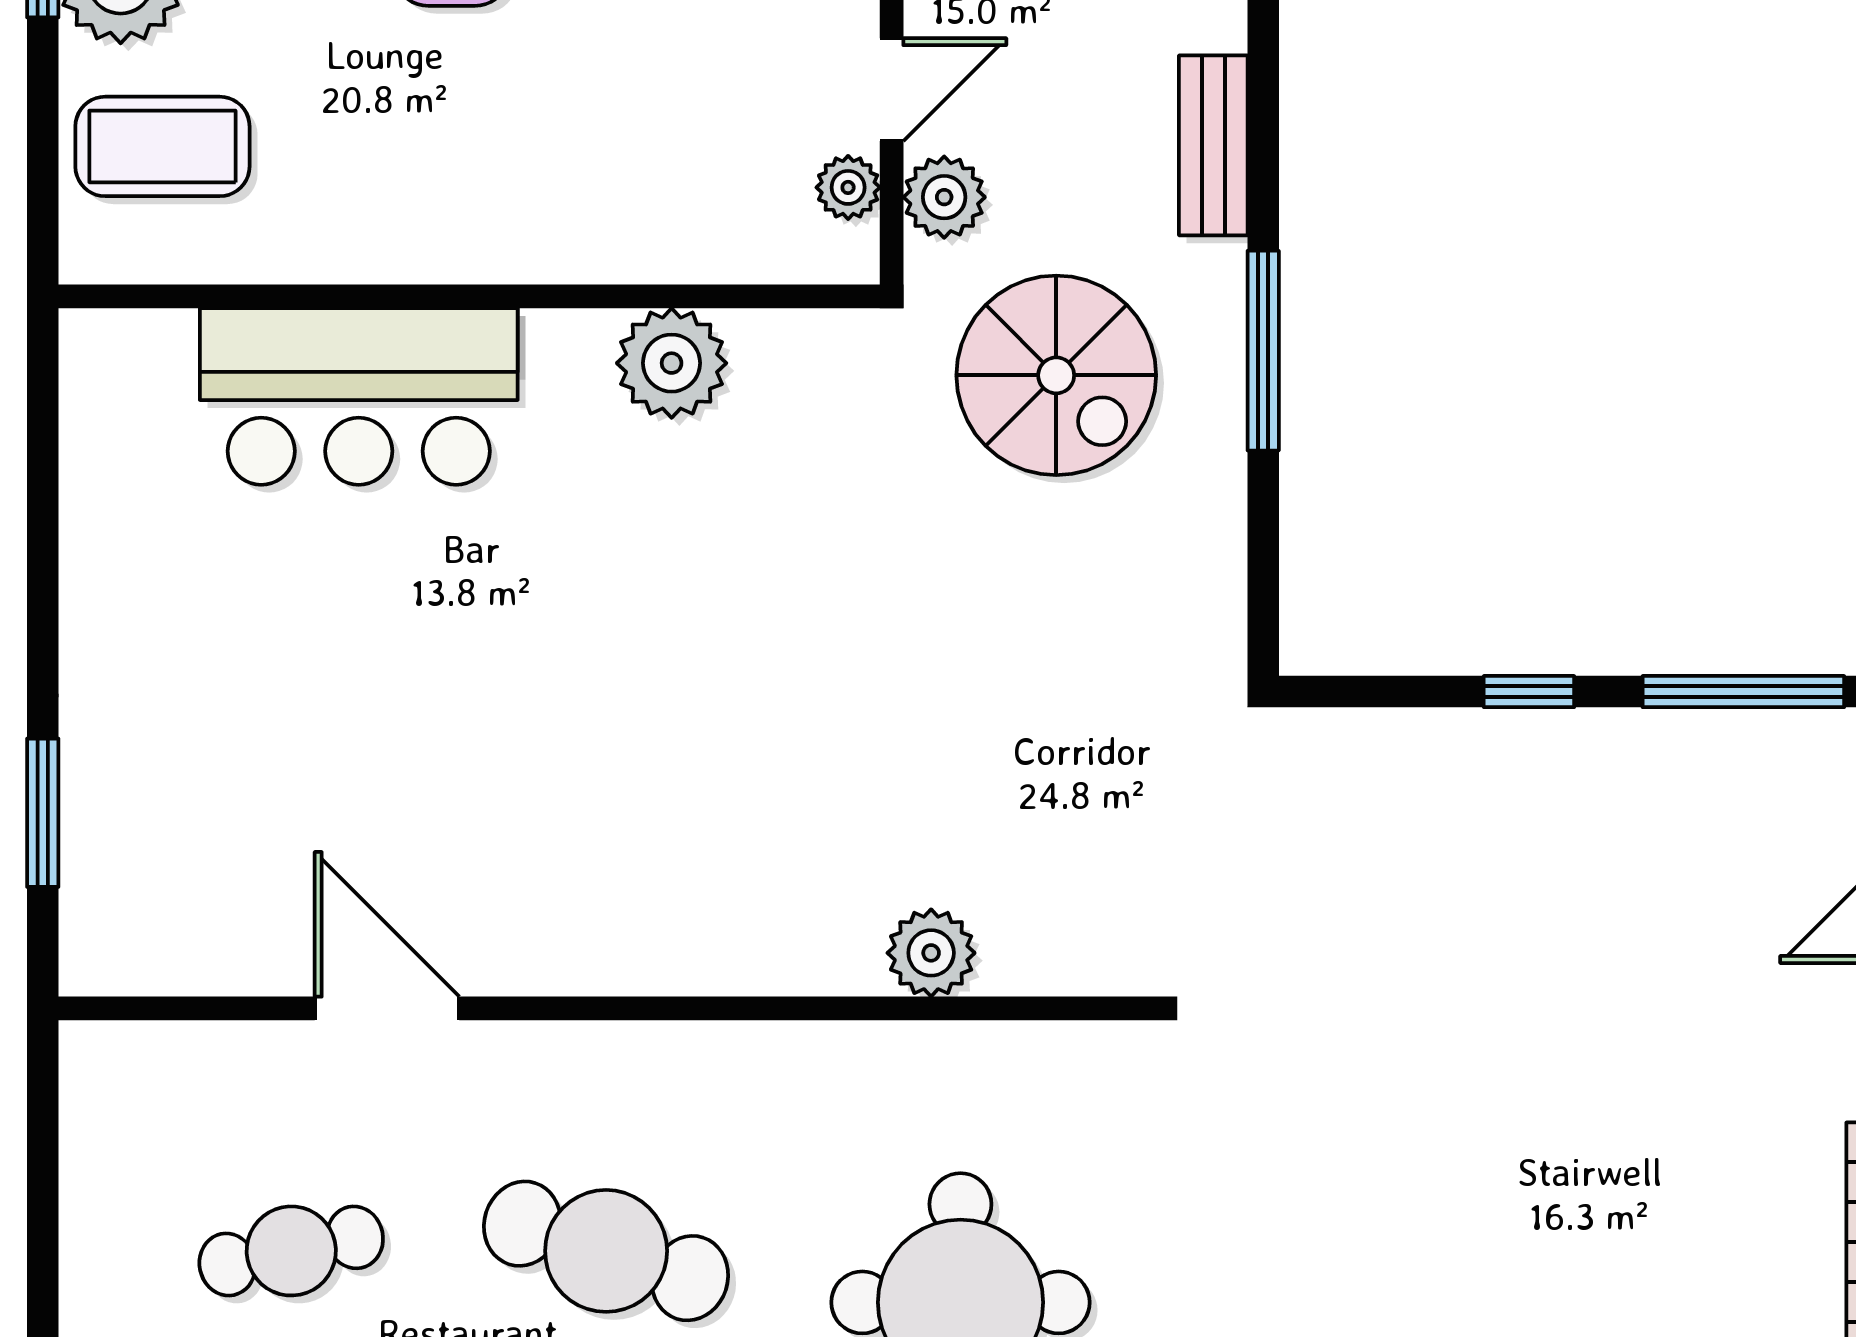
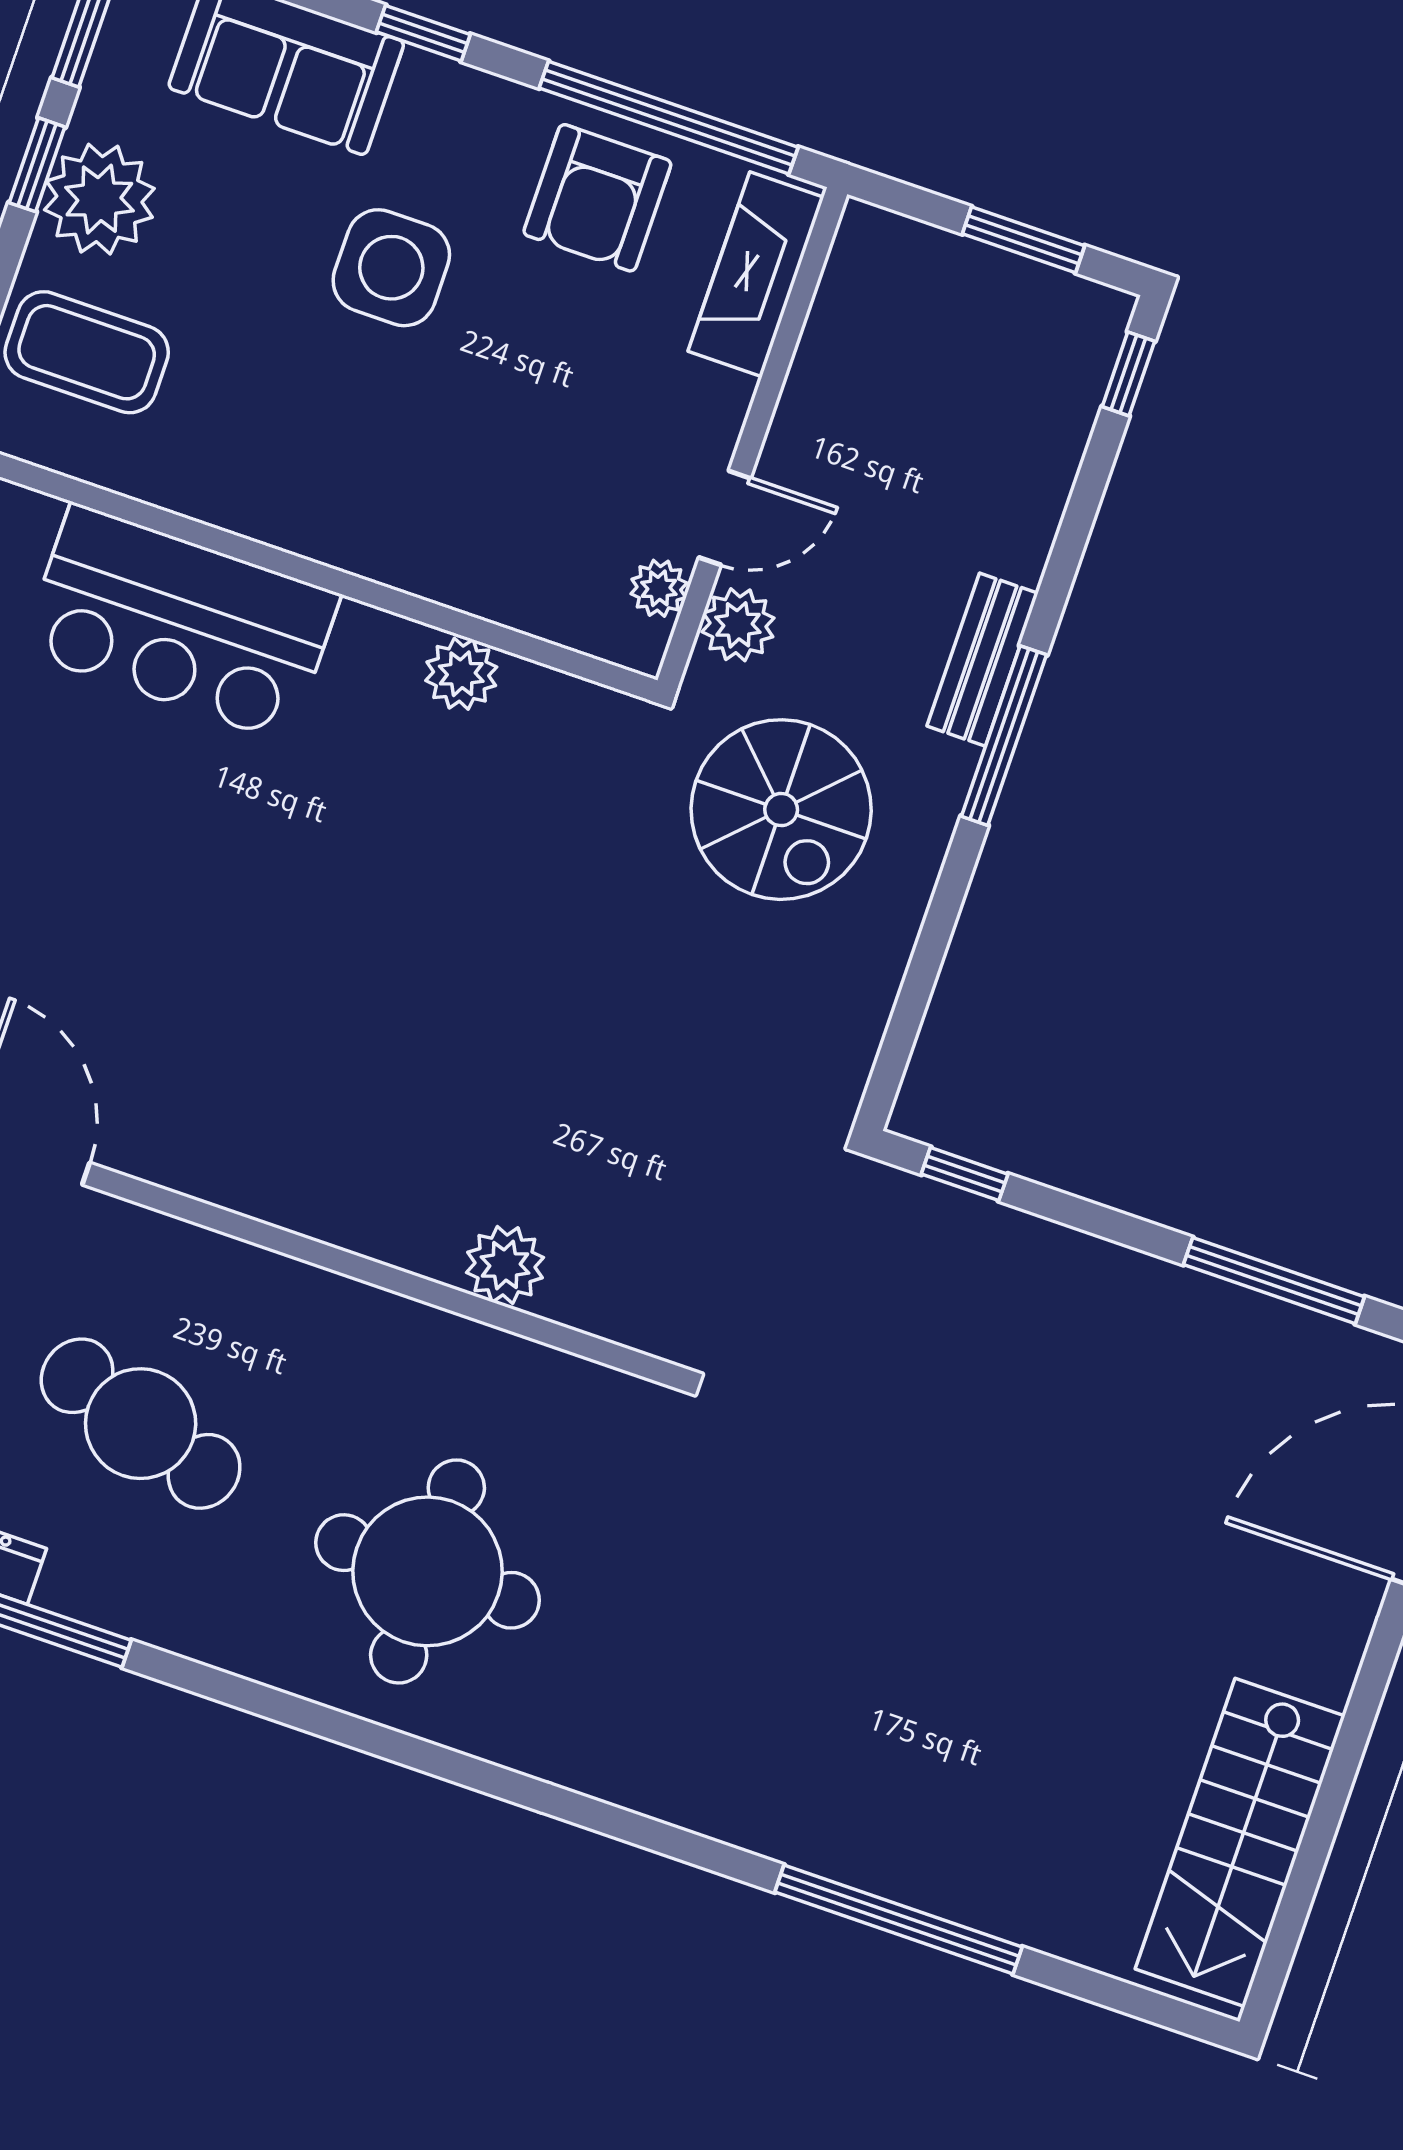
window: (1263, 351) -> (1004, 736), moved
plant: (672, 363) -> (461, 674), width x0.73, depth x0.73
window: (1529, 692) -> (965, 1174), moved

